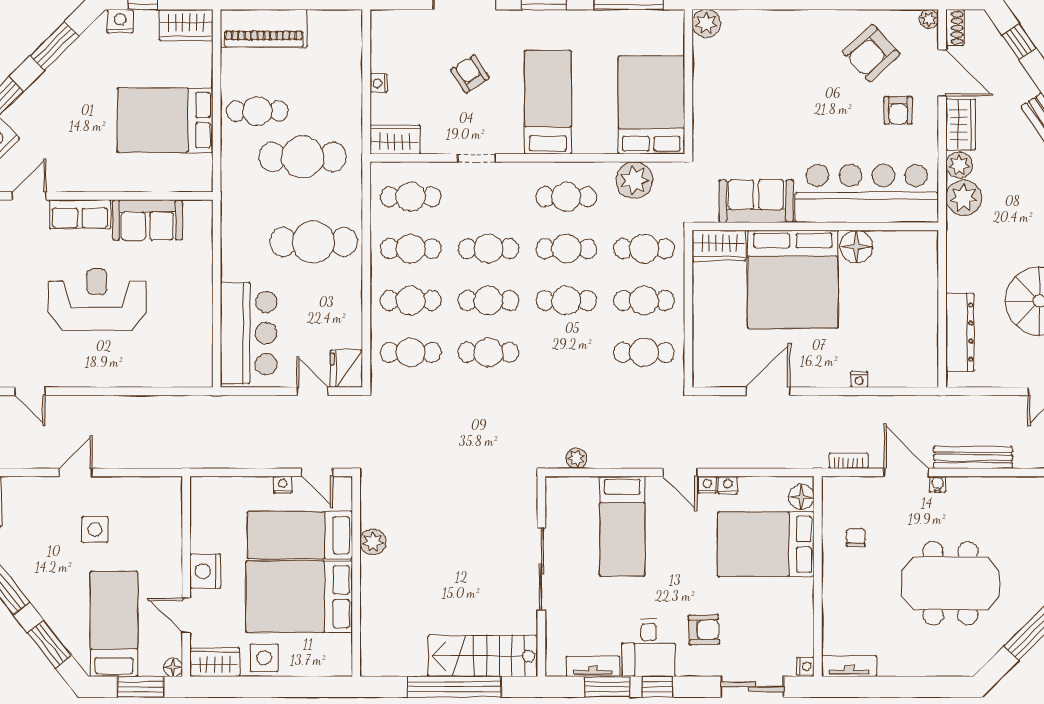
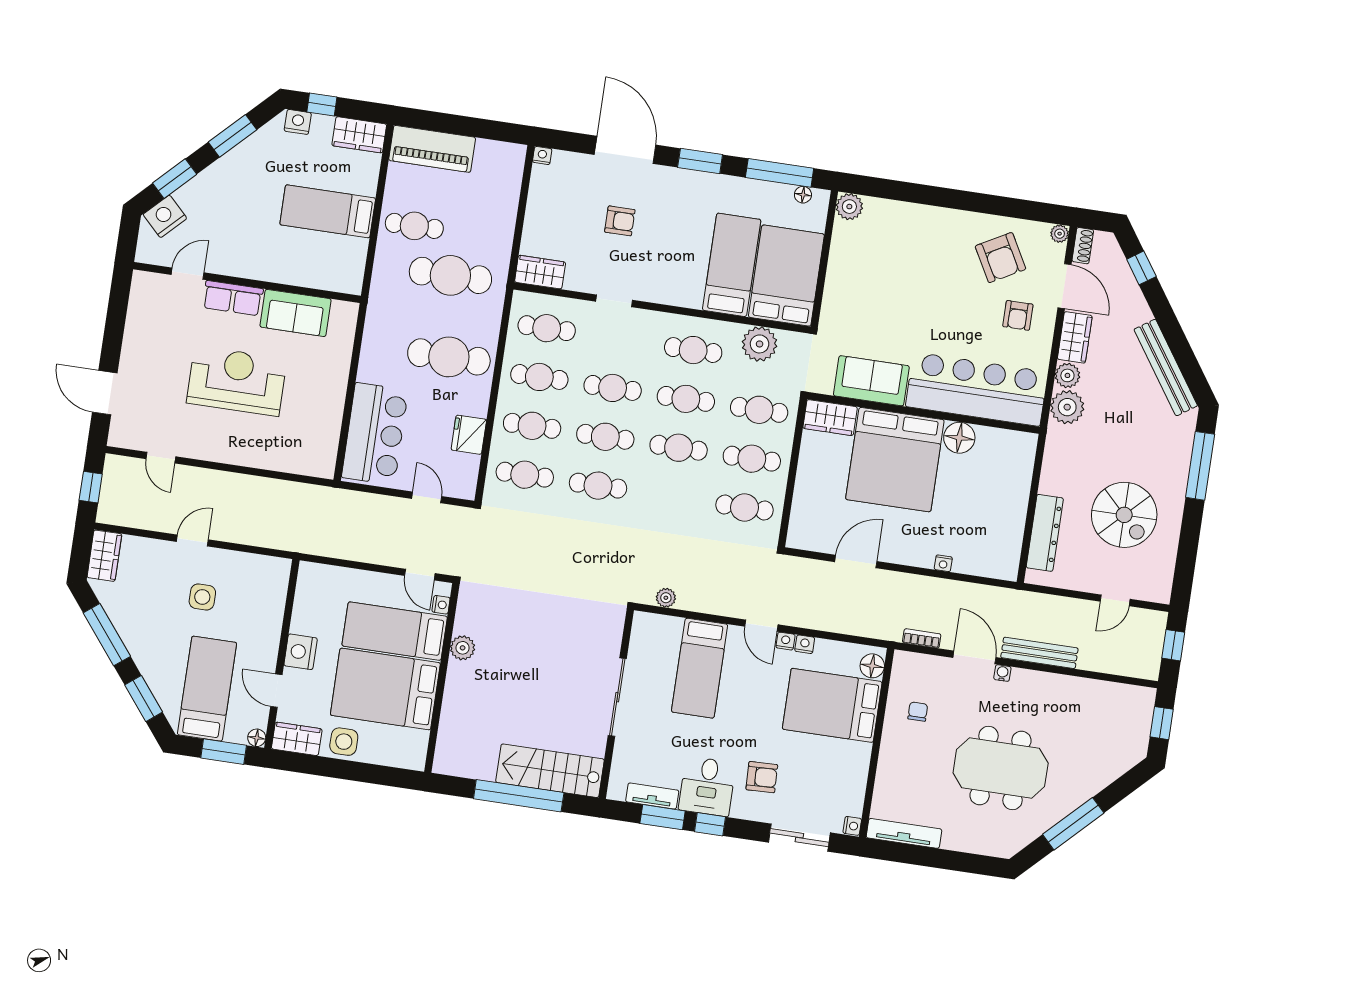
floor lamp: (656, 18) -> (803, 195), added
armchair: (871, 53) -> (1000, 258), turned -77
armchair: (470, 74) -> (620, 221), turned 123
nightstand: (379, 83) -> (542, 156), moved, turned 90
bed: (548, 102) -> (732, 265), moved
bed: (165, 120) -> (328, 211), width x0.67
fridge: (346, 369) -> (469, 435), moved
nightstand: (283, 485) -> (441, 605), moved, turned 90
tv unit: (849, 666) -> (904, 833), width x1.41

